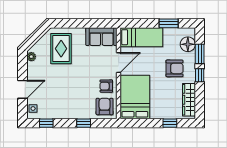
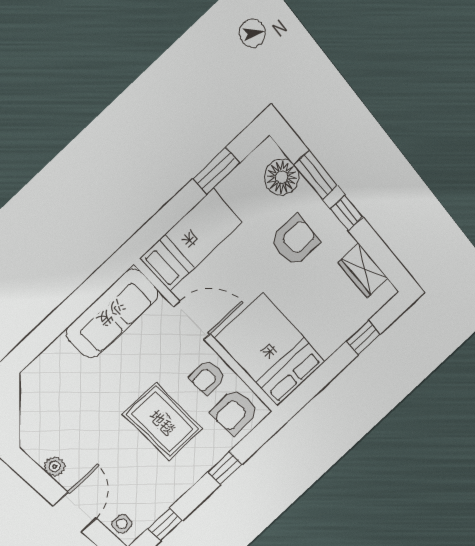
sofa: (101, 37) -> (112, 314), width x1.36
rug: (61, 49) -> (163, 422), moved
plant: (31, 57) -> (54, 466), moved
door: (119, 63) -> (192, 320), hinge flipped
wardrobe: (189, 100) -> (363, 271), width x0.67
armchair: (105, 107) -> (235, 412), turned -93

